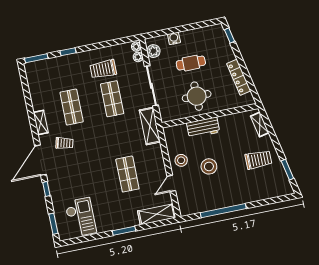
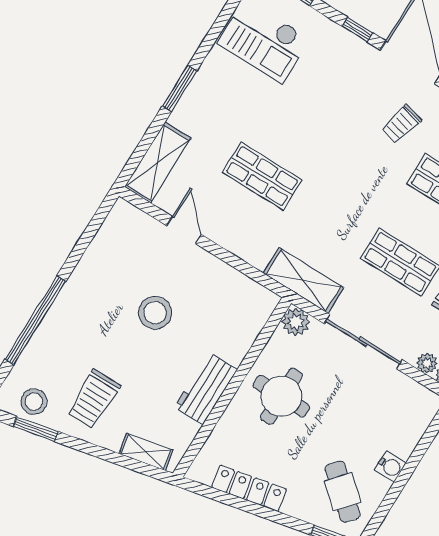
water cooler: (174, 38) -> (390, 466), moved
plant: (153, 51) -> (296, 322), moved
cafe table: (191, 63) -> (343, 492), moved, turned -49
workbench: (203, 128) -> (206, 388), moved
stool: (181, 160) -> (34, 402), moved
window: (223, 211) -> (35, 320), moved

